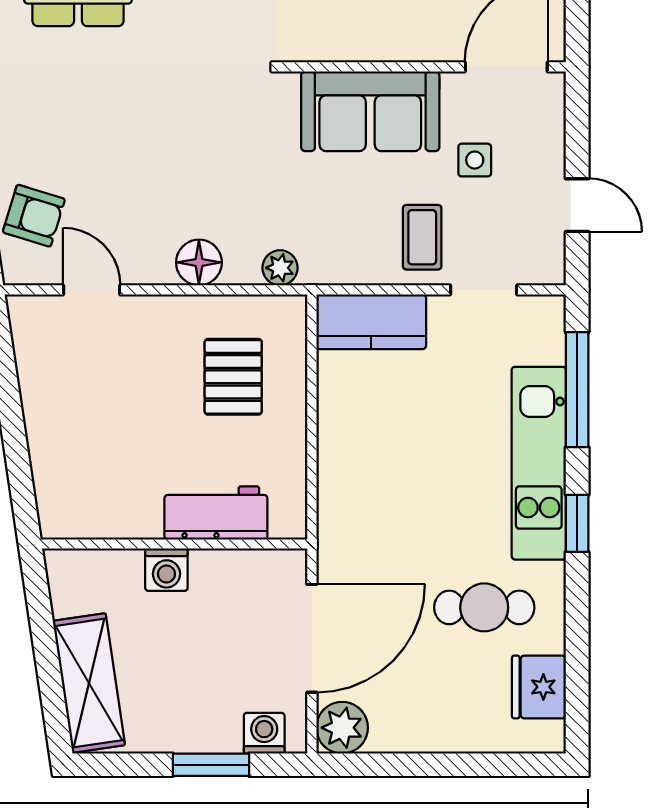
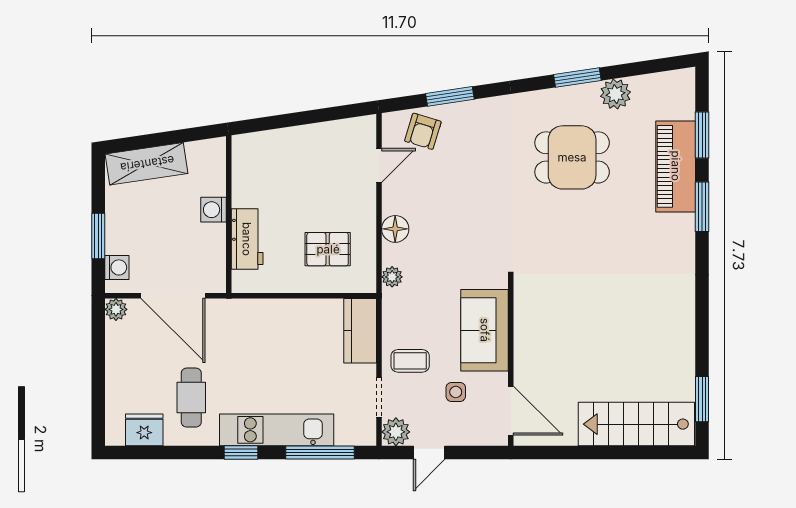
plant: (542, 261) -> (396, 432), added
plant: (342, 728) -> (116, 309), width x0.73, depth x0.73

